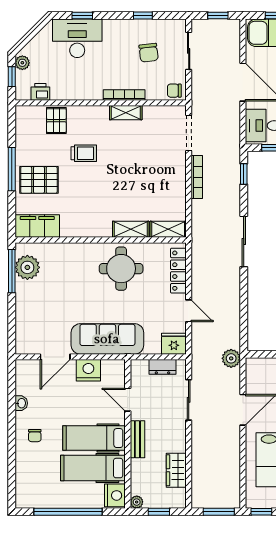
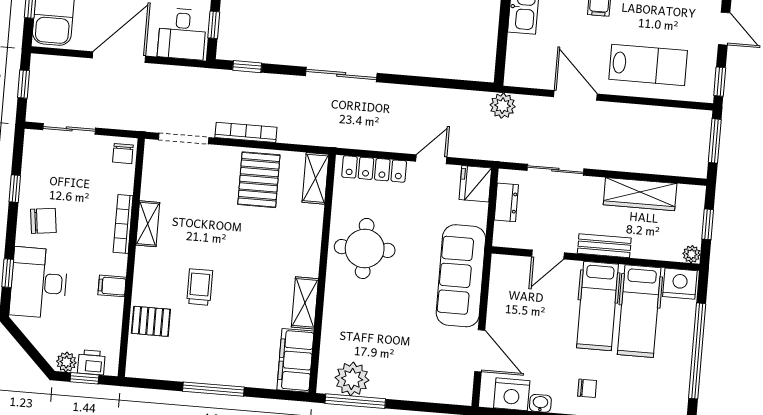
chair: (149, 53) -> (43, 221), moved
filing cabinet: (79, 91) -> (112, 286), added
printer: (40, 92) -> (91, 362), moved, turned 90
pallet: (39, 180) -> (259, 180), moved
shelving: (131, 229) -> (305, 303), moved
nightstand: (88, 370) -> (512, 394), moved, turned -90
wardrobe: (176, 470) -> (640, 194), width x1.50

